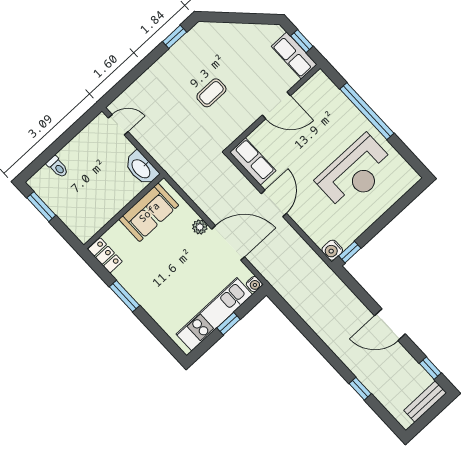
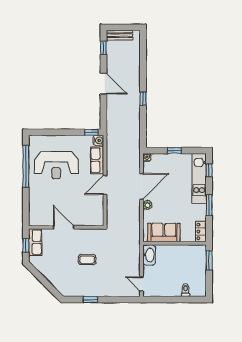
window: (175, 37) -> (91, 300), moved
window: (367, 111) -> (26, 166), moved
row of seats: (253, 161) -> (97, 160), moved
reception desk: (355, 173) -> (56, 165), turned 180
window: (41, 207) -> (209, 260), moved
door: (228, 243) -> (141, 186), swing flipped
kitchen unit: (214, 314) -> (199, 179), moved, turned 90
window: (164, 339) -> (209, 170), added
window: (360, 389) -> (143, 99), moved

